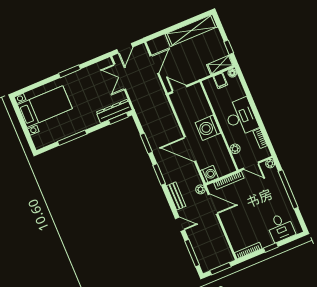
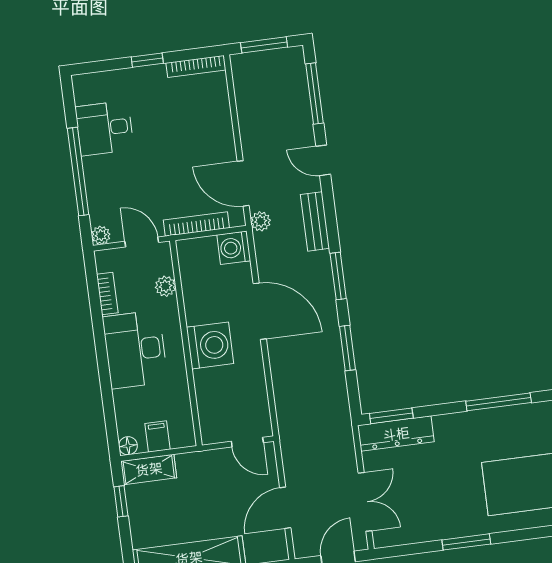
desk: (281, 227) -> (105, 128), moved, turned -90

